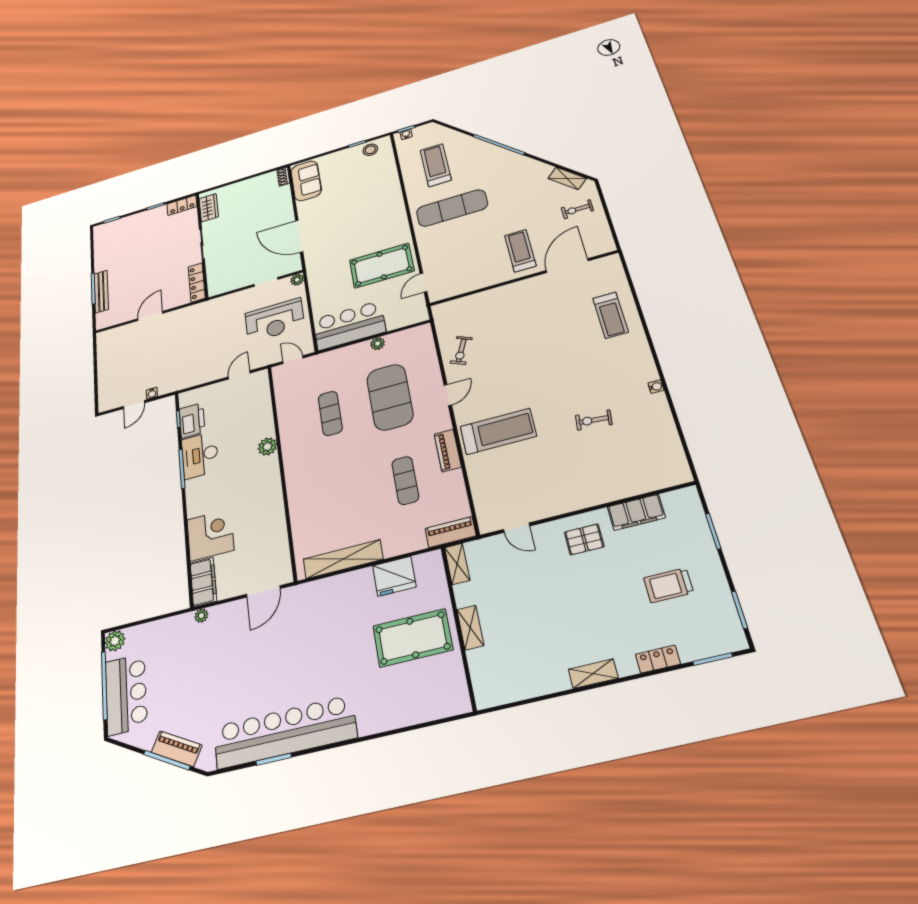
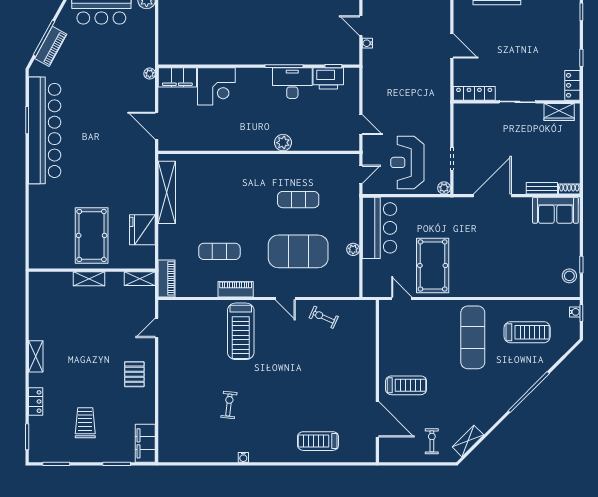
bench: (286, 198) -> (542, 188), added
filing cabinet: (636, 512) -> (145, 443), moved

